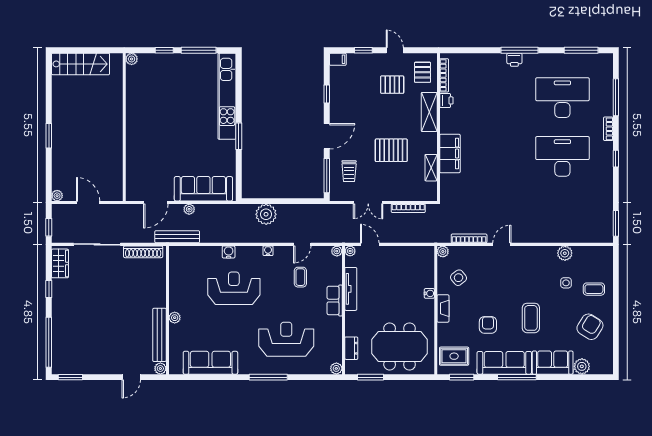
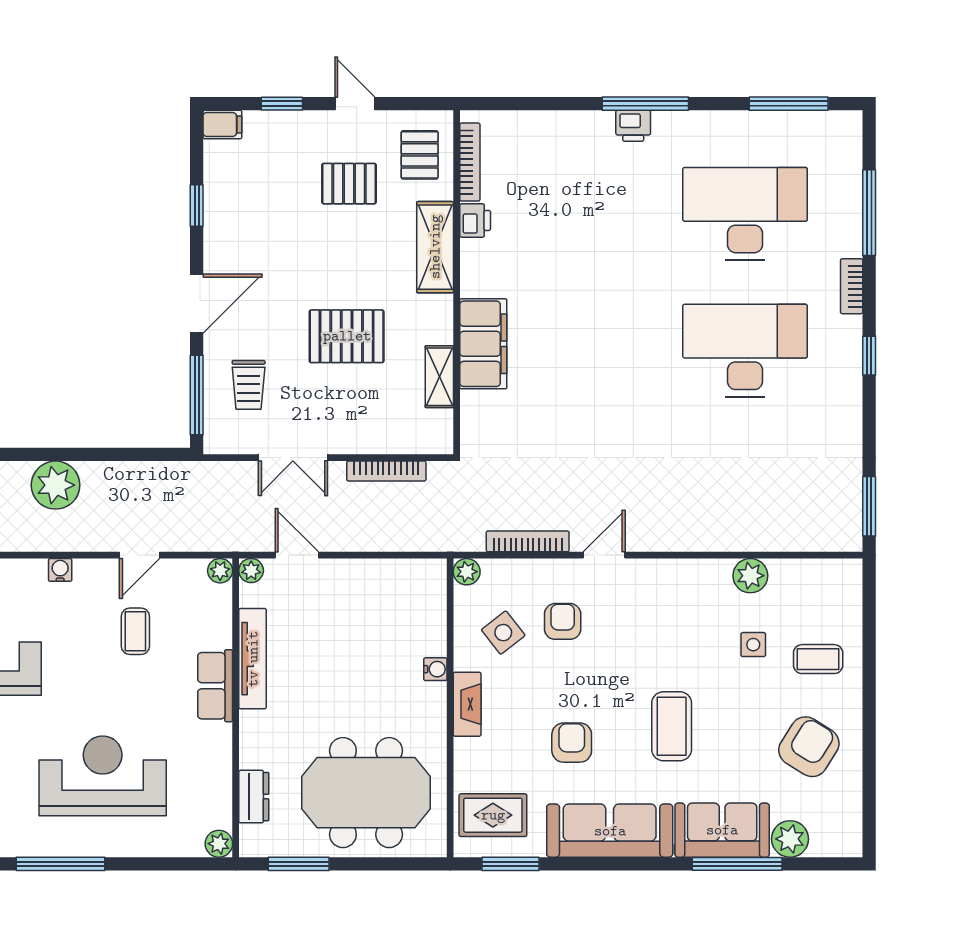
armchair: (484, 273) -> (563, 621), added
window: (517, 377) -> (737, 864), moved

